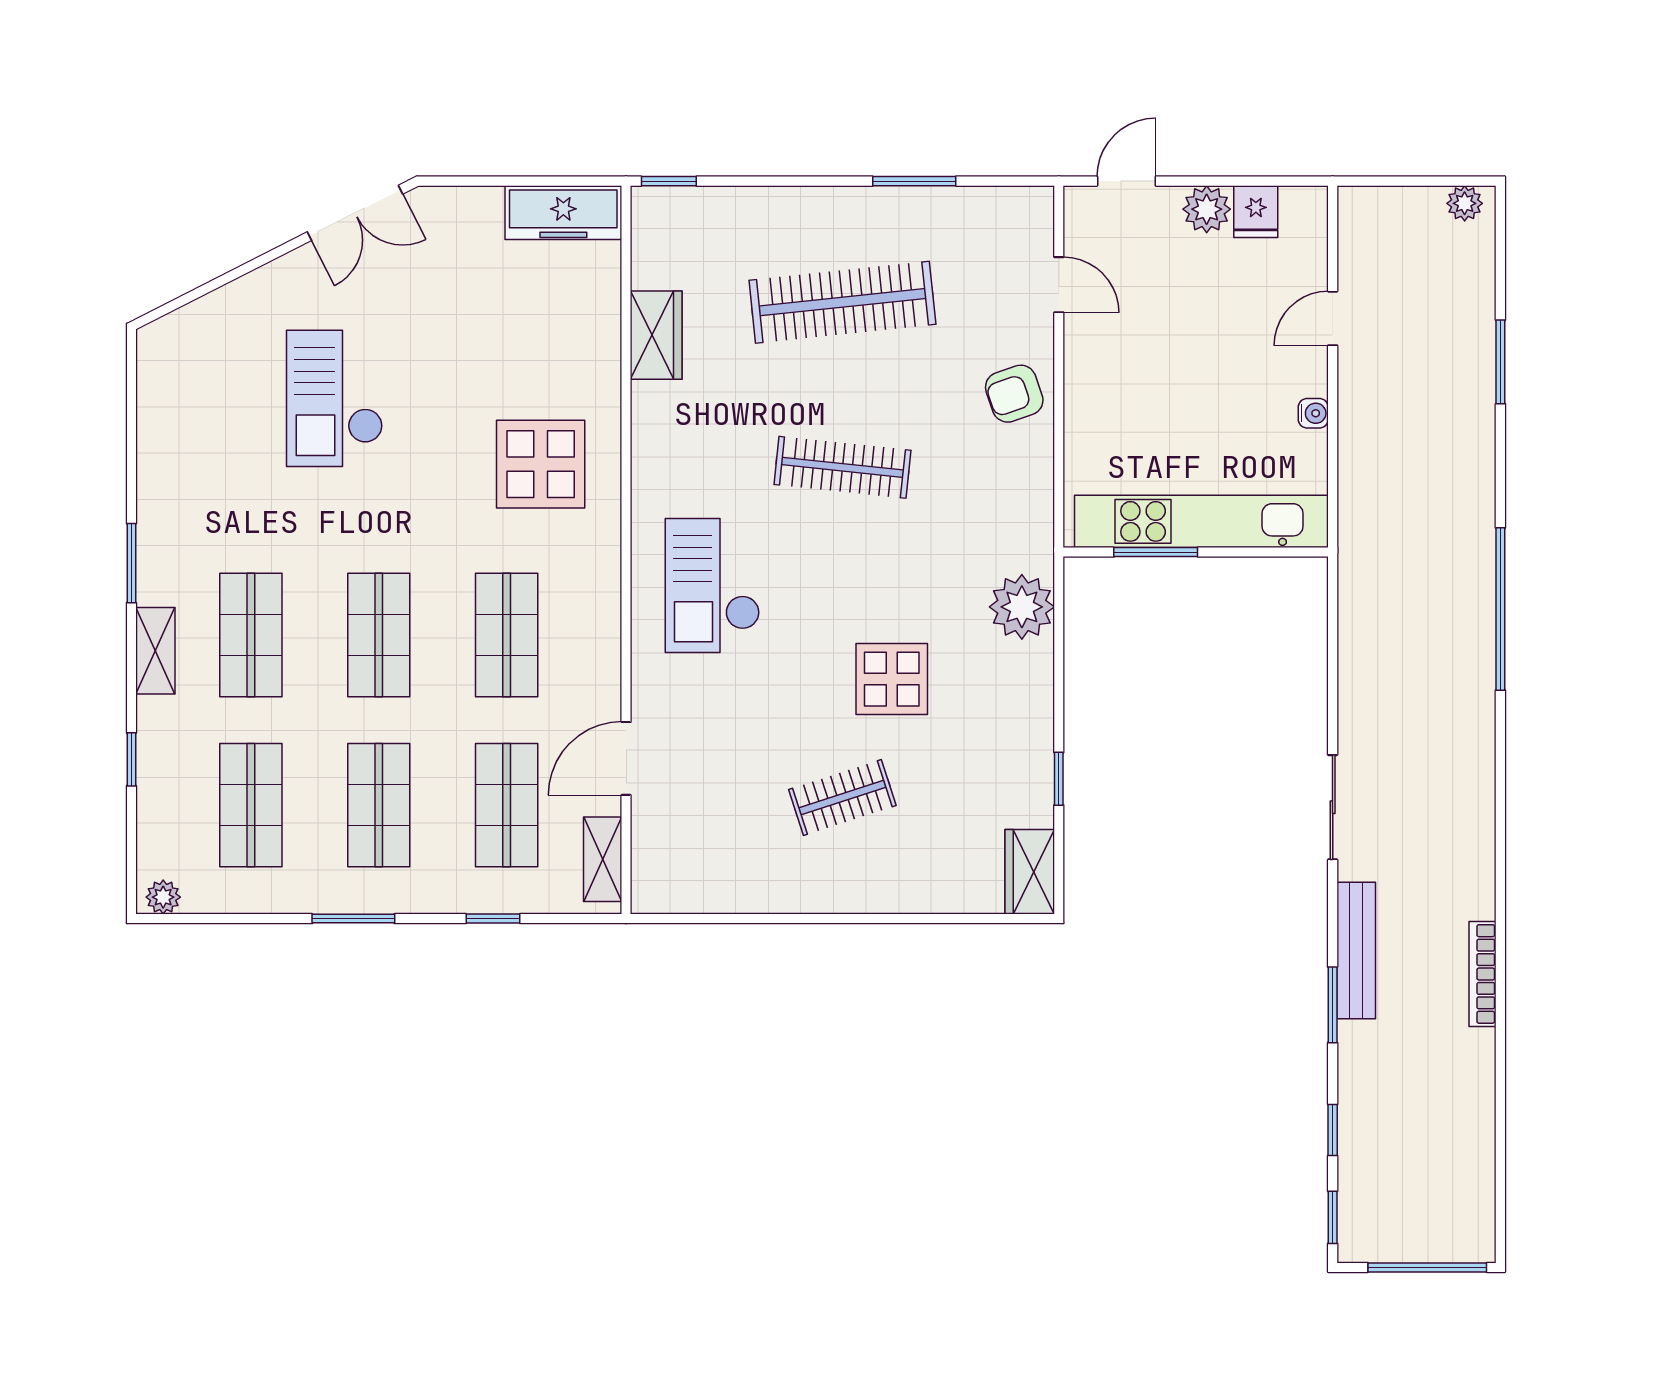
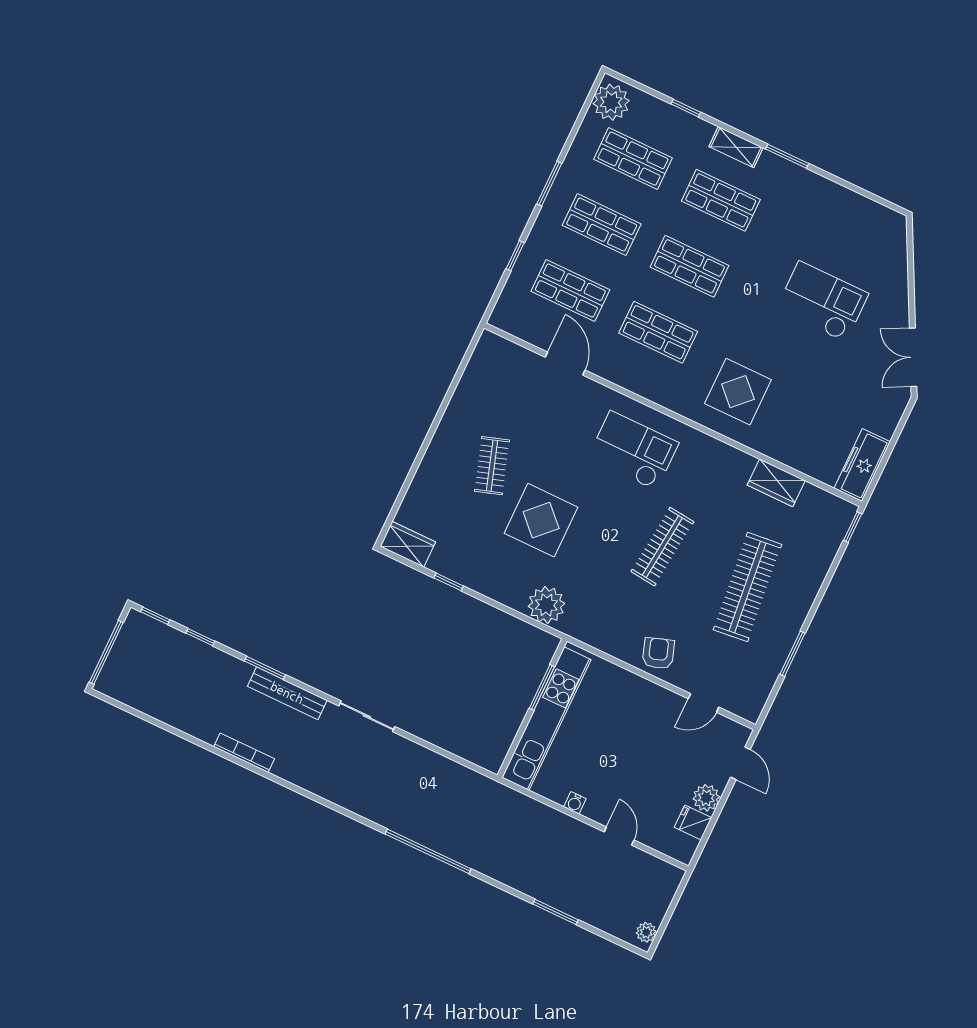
display table: (892, 679) -> (541, 520), width x1.36, depth x1.36
shelving: (603, 859) -> (519, 327), removed
plant: (163, 897) -> (611, 102), width x1.88, depth x1.88

